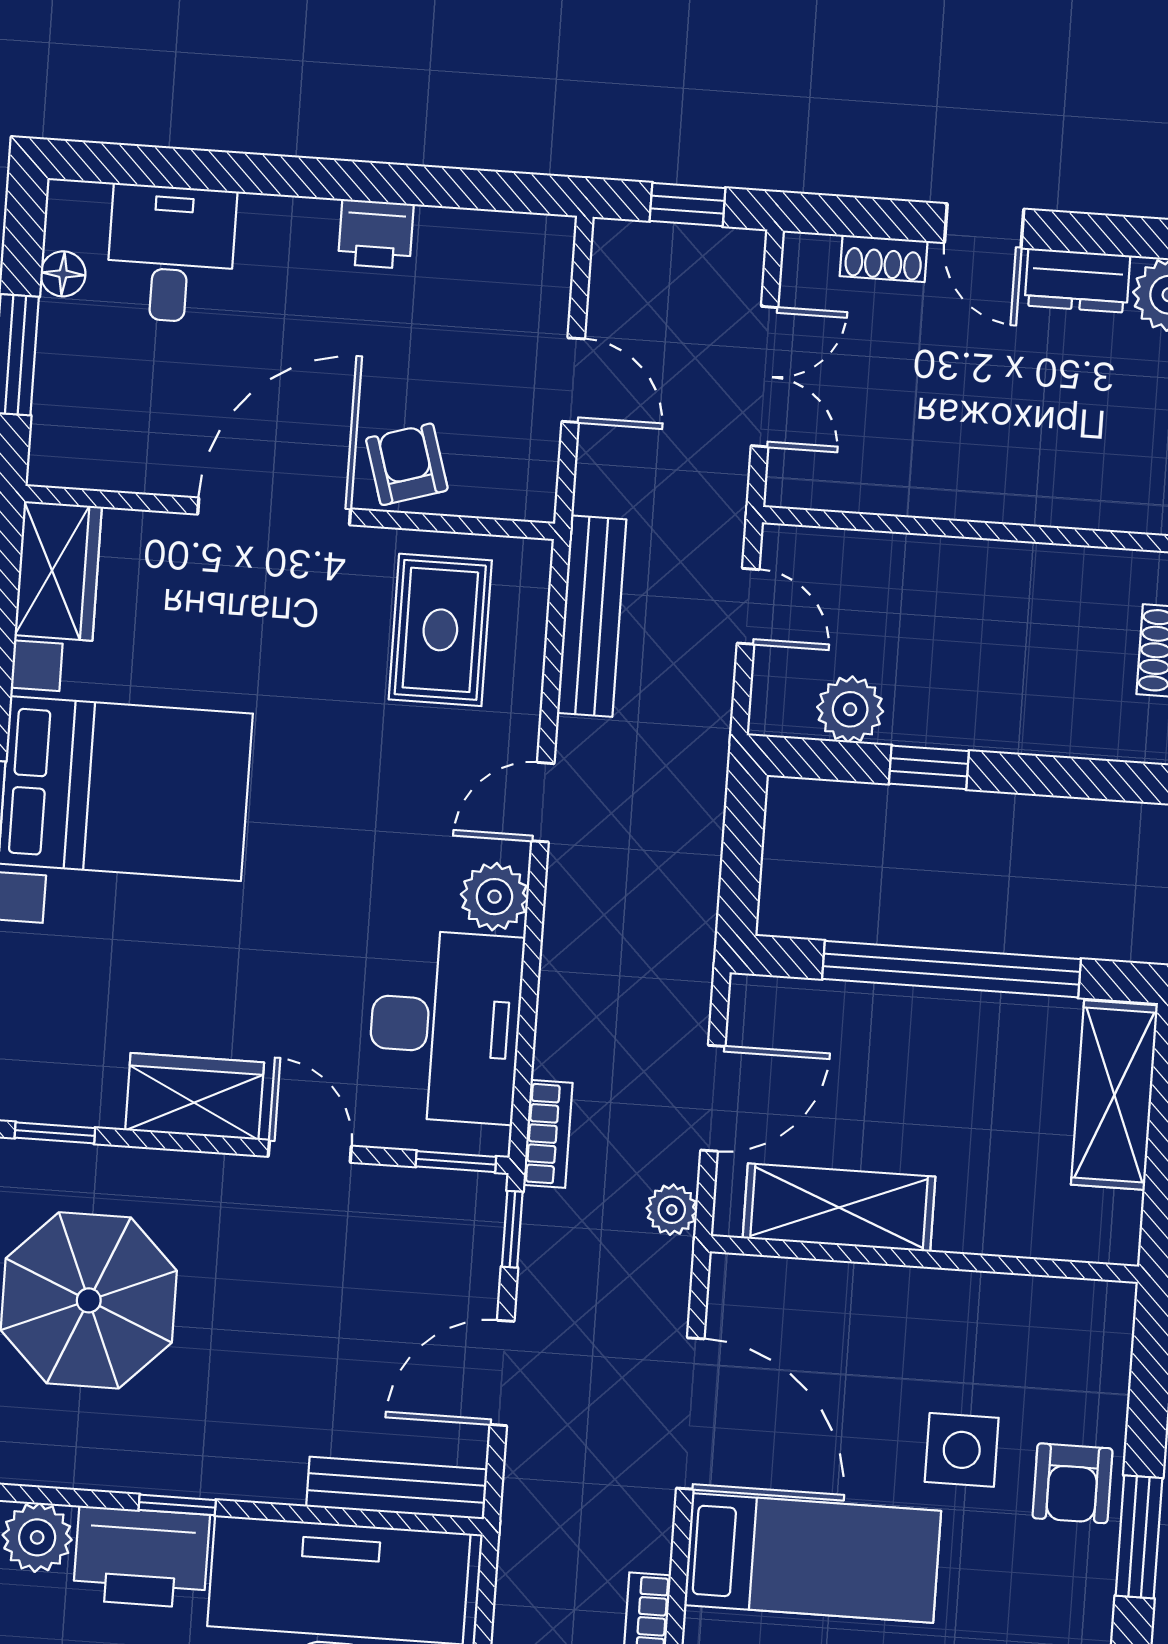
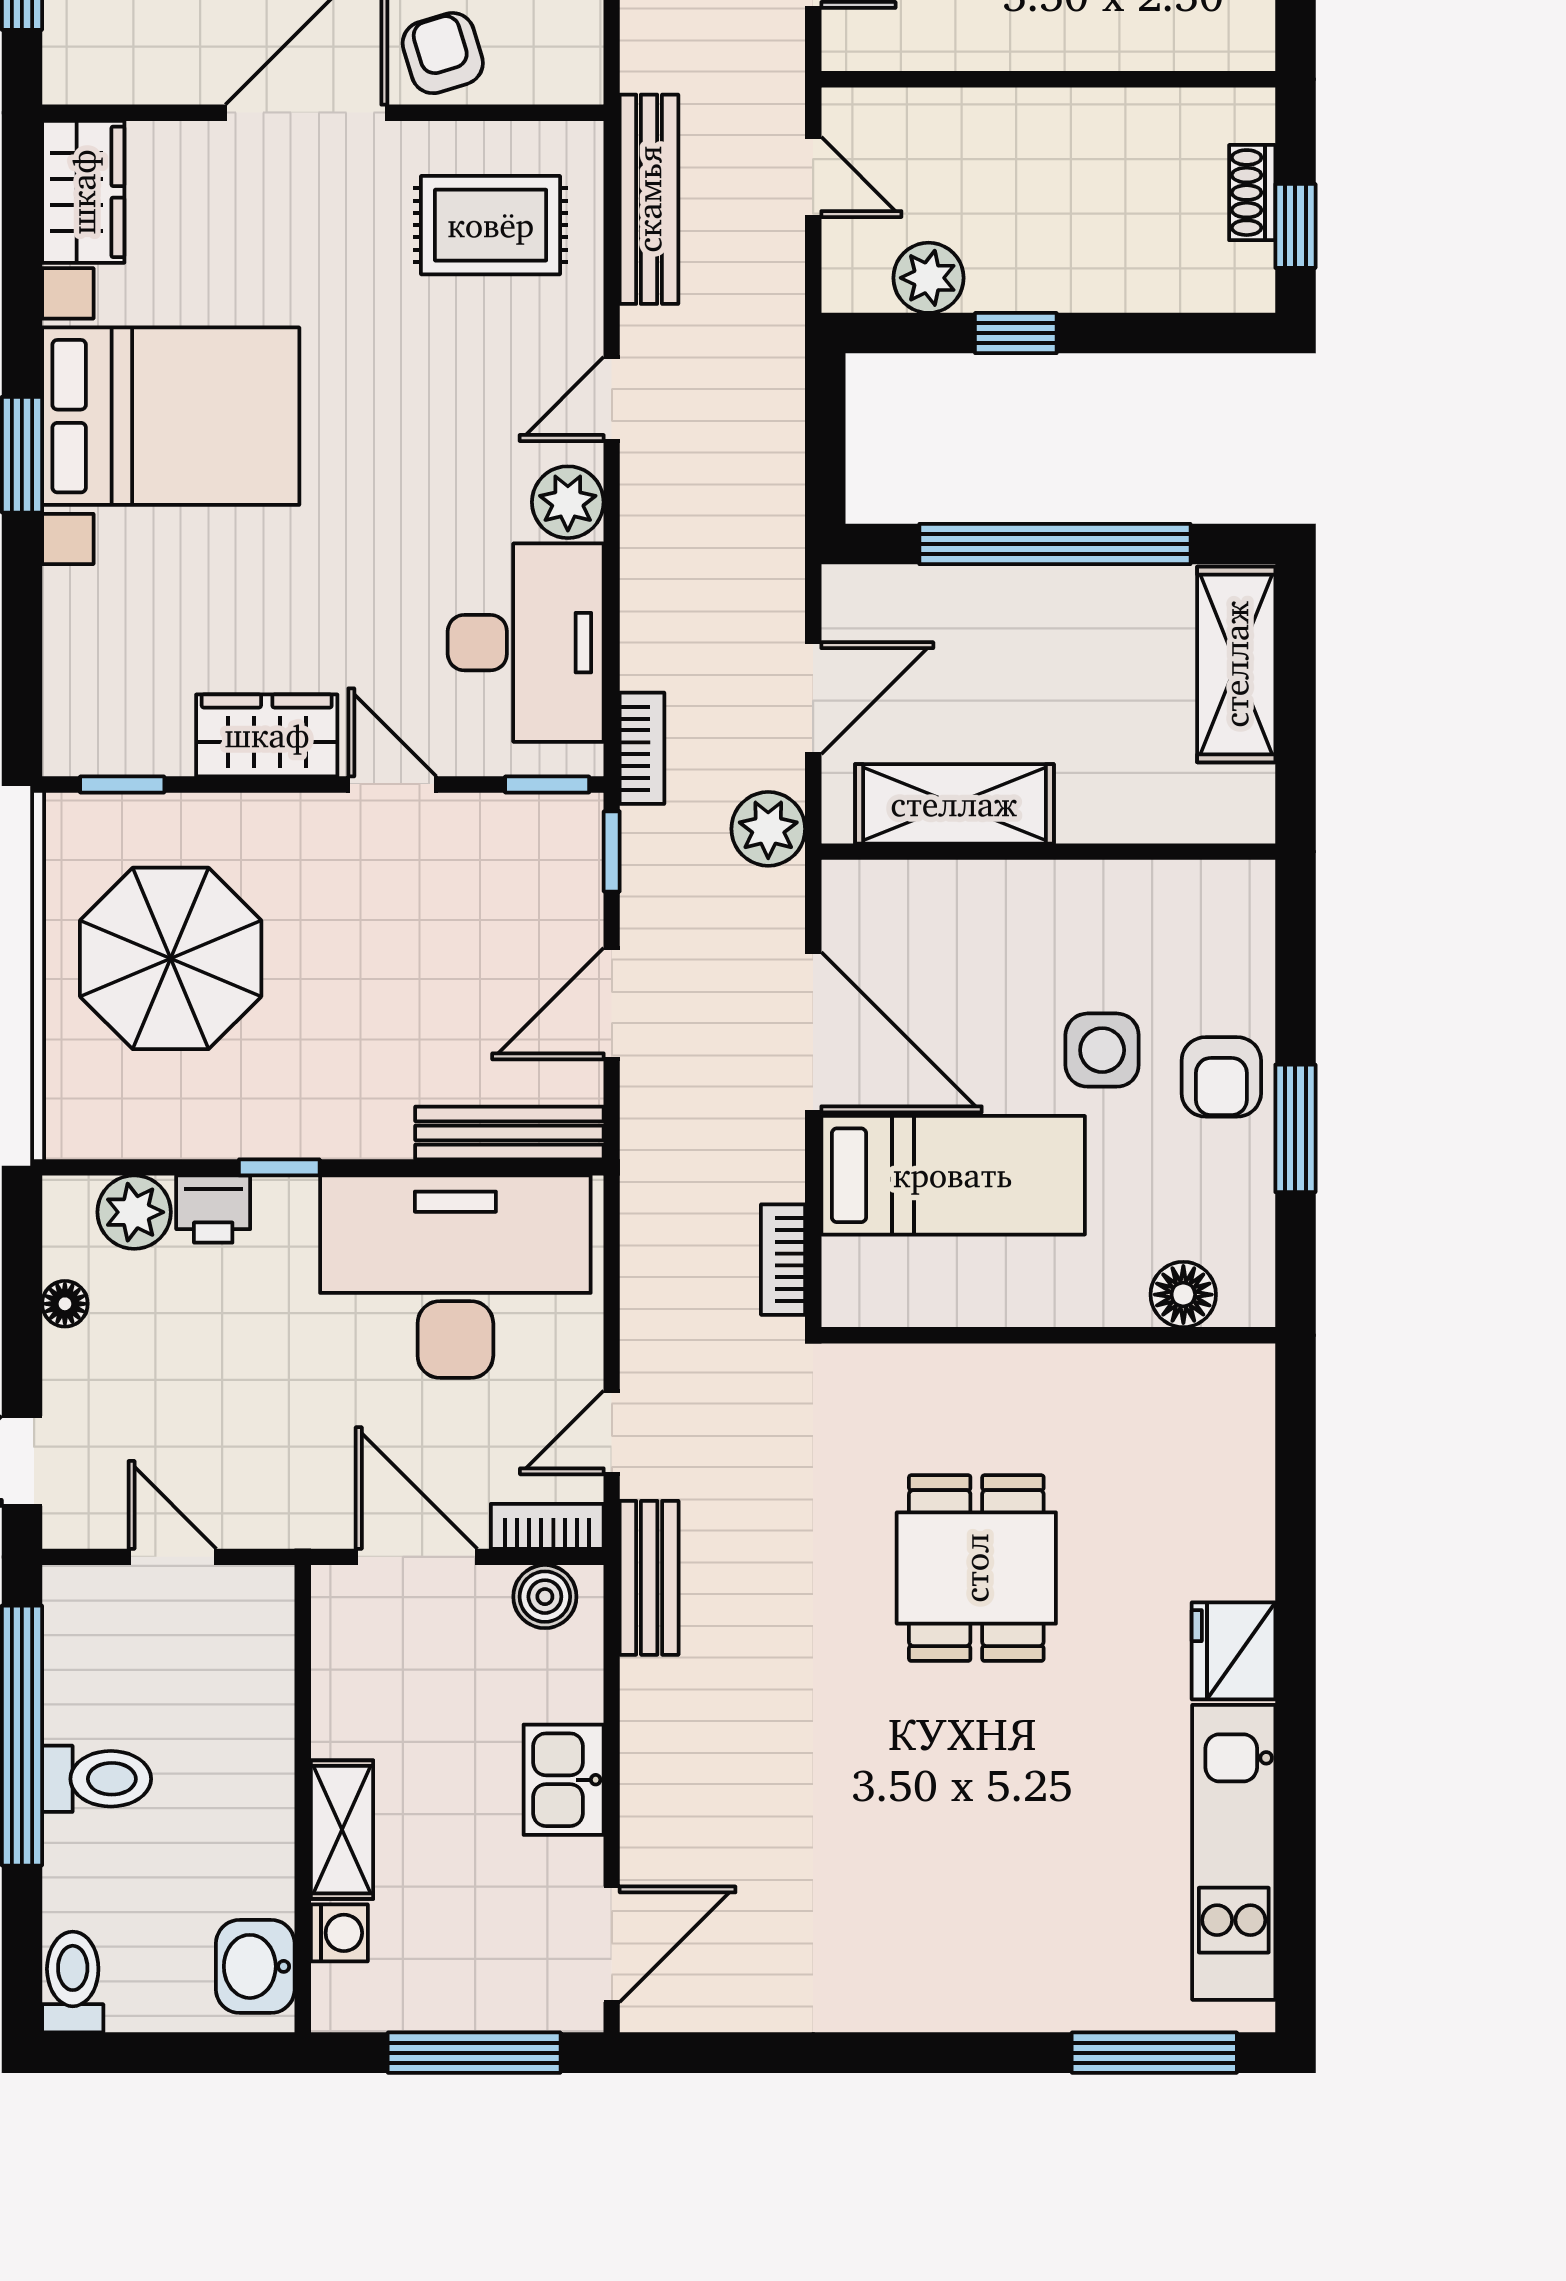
rug: (440, 630) -> (491, 225), turned 90
plant: (672, 1210) -> (768, 829), width x1.38, depth x1.38
printer: (141, 1557) -> (213, 1209), width x0.53, depth x0.68

